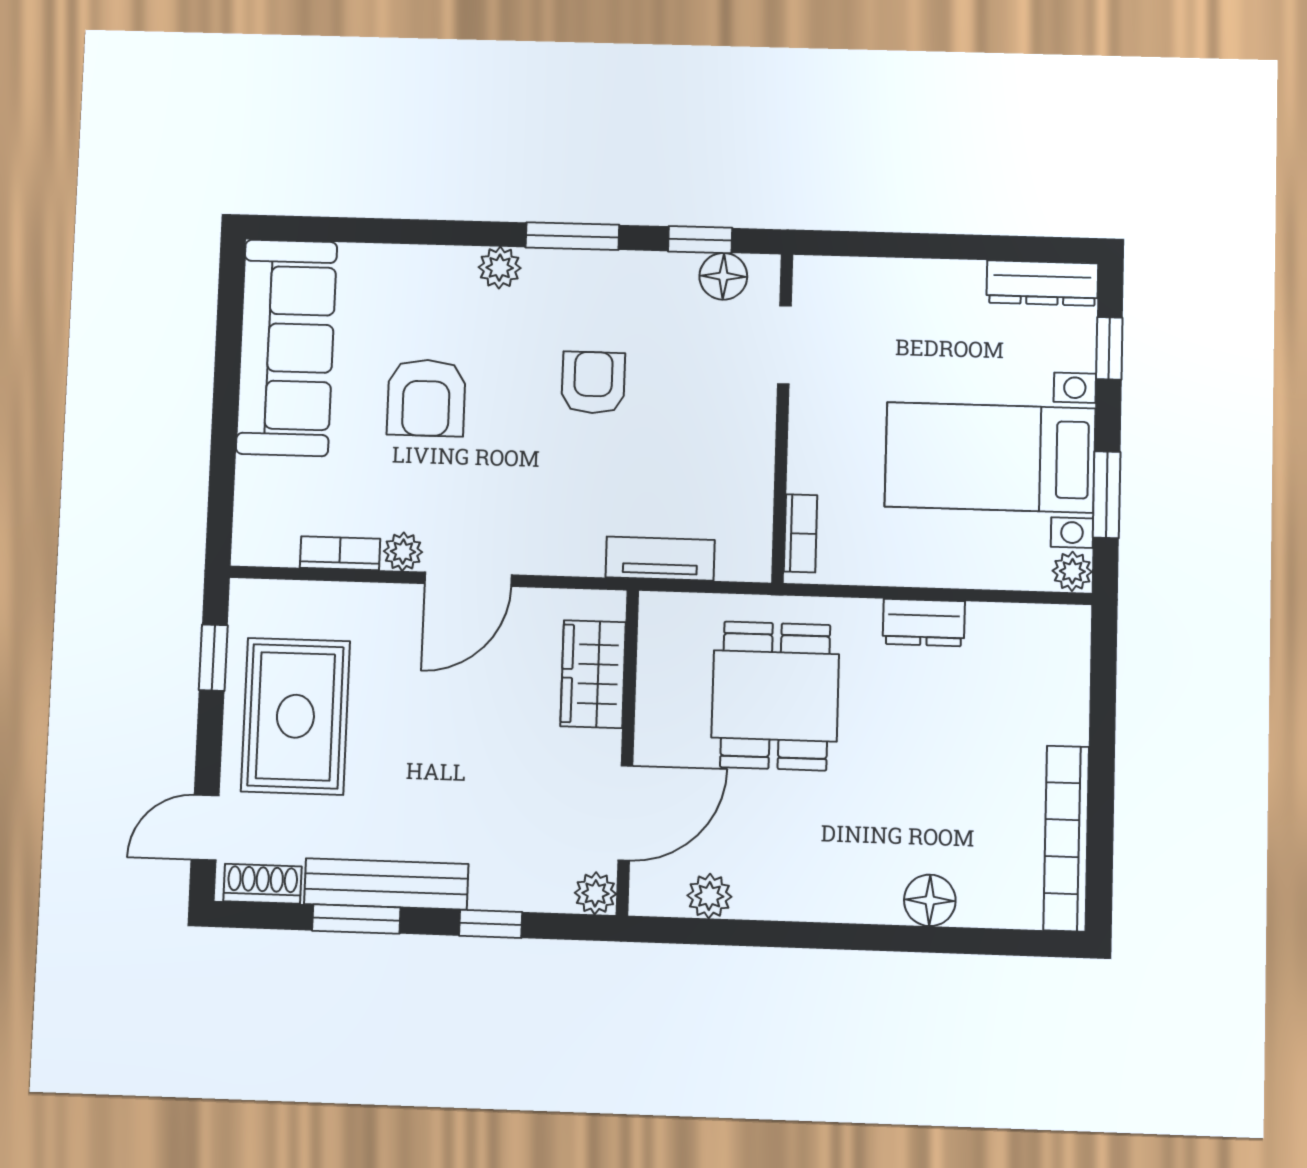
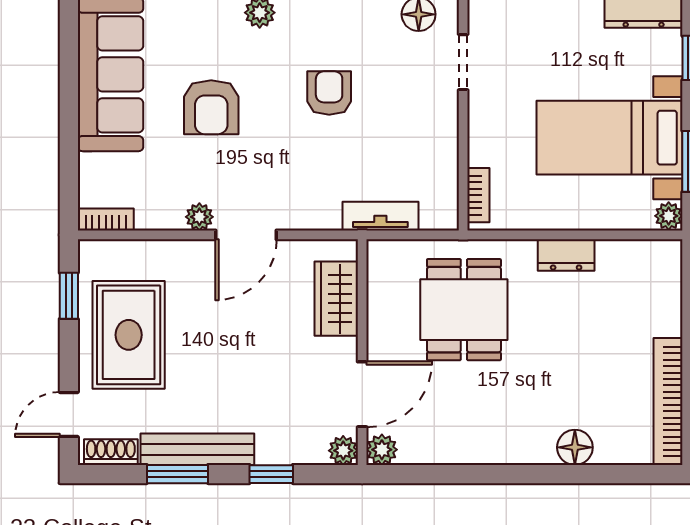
bookcase: (340, 553) -> (106, 219), moved
plant: (709, 896) -> (382, 450), moved

